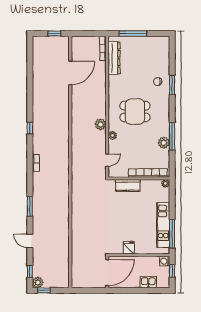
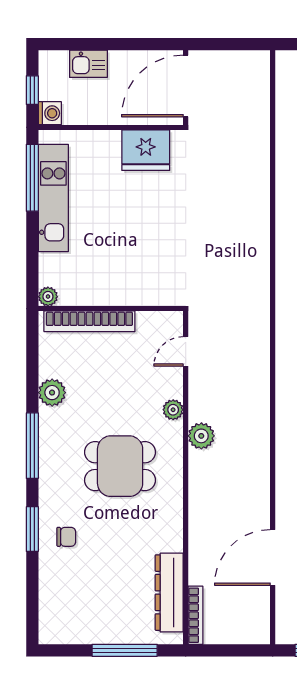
window: (172, 136) -> (32, 446), moved
kitchen counter: (128, 185) -> (137, 292), removed
fridge: (129, 248) -> (146, 150), width x1.88, depth x1.34

